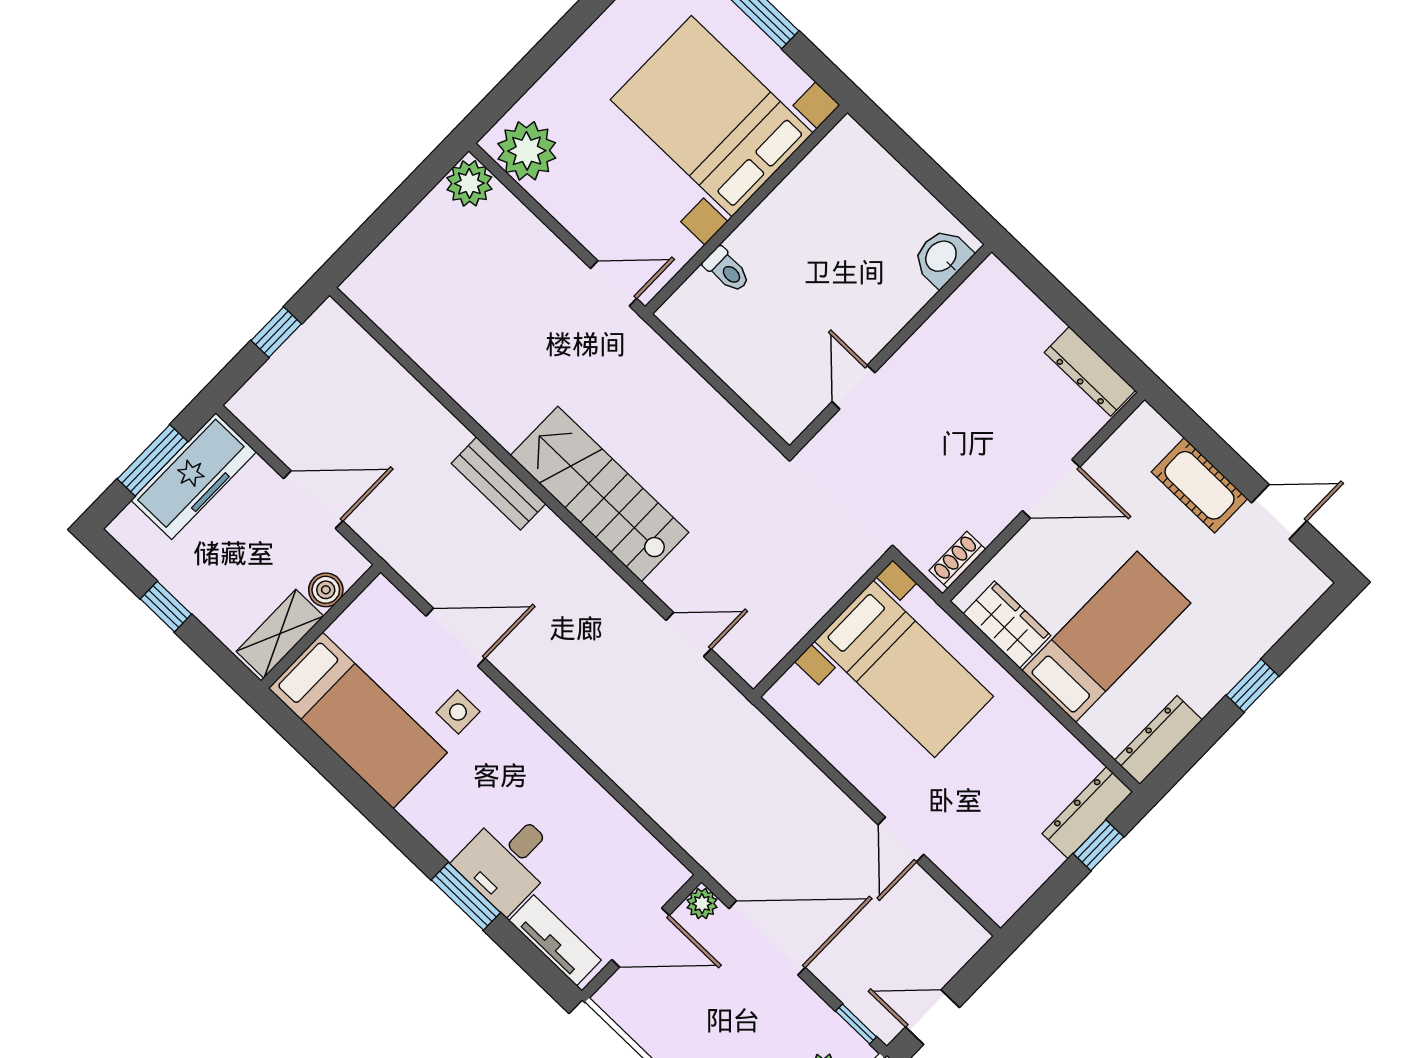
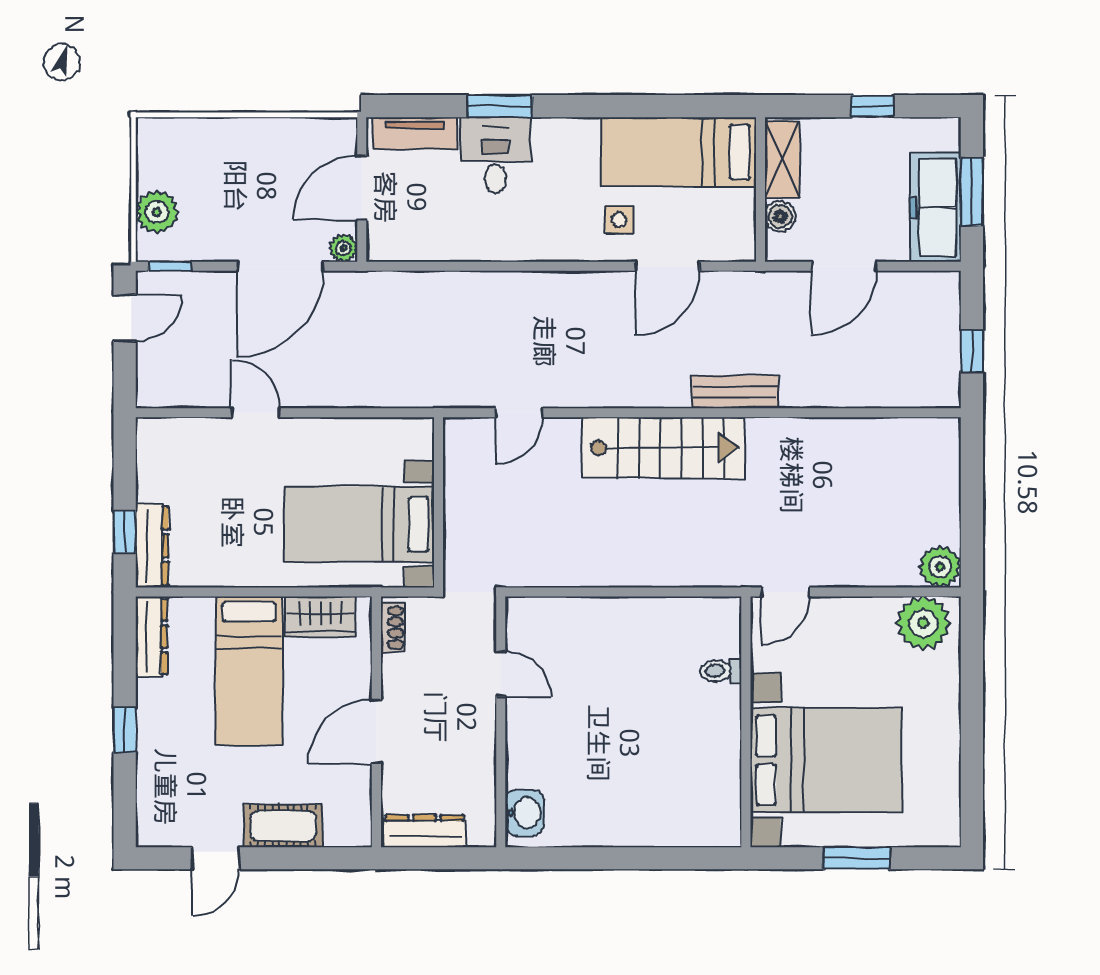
washbasin: (942, 257) -> (525, 813), moved
wall: (891, 349) -> (501, 722), moved
door: (853, 387) -> (501, 674), moved

